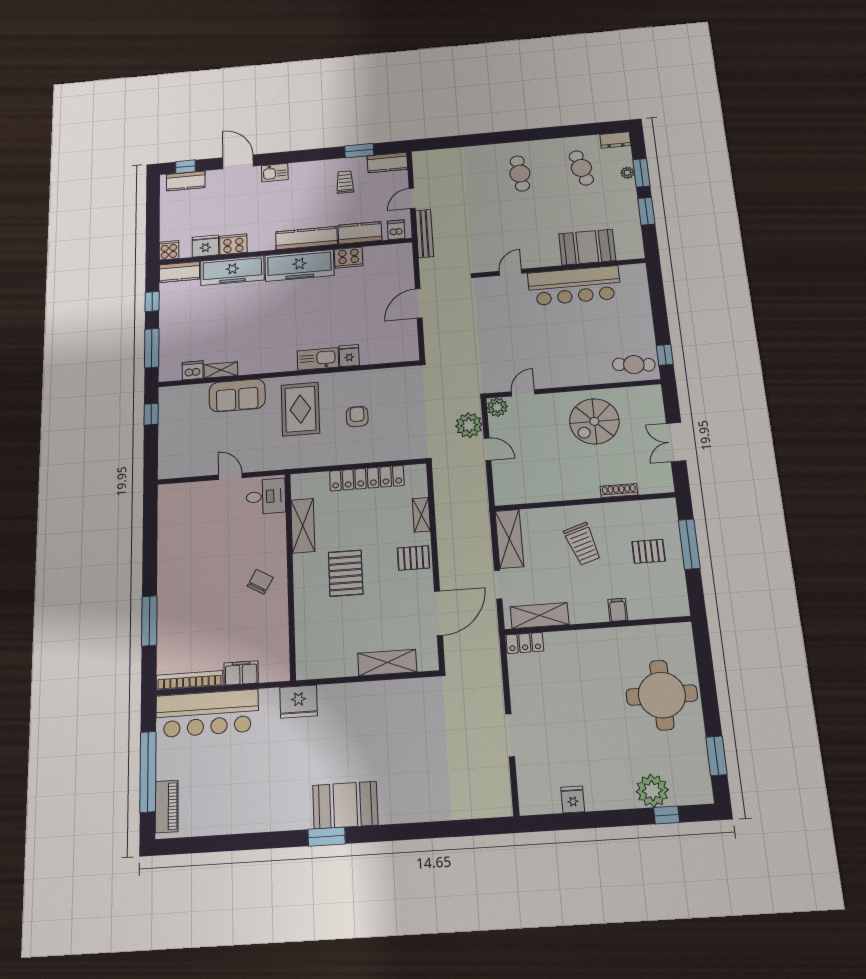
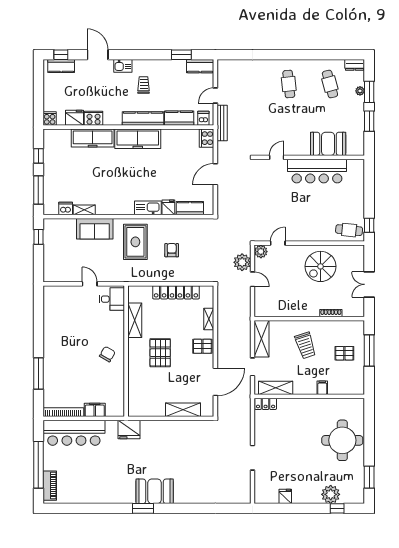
trolley: (345, 182) -> (144, 85), moved
cooker: (349, 258) -> (207, 138), moved, turned 90
kitchen counter: (180, 272) -> (190, 208), moved, turned 180

